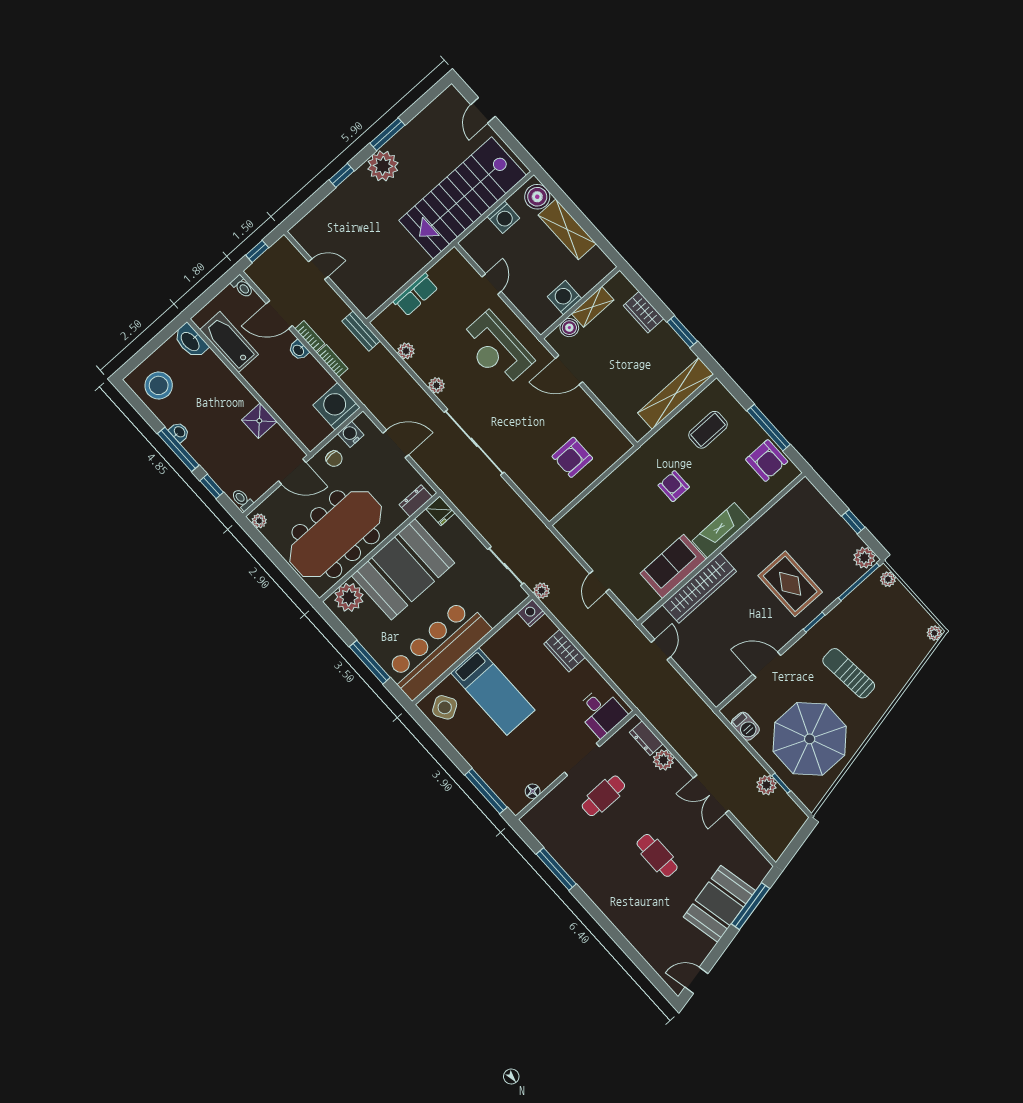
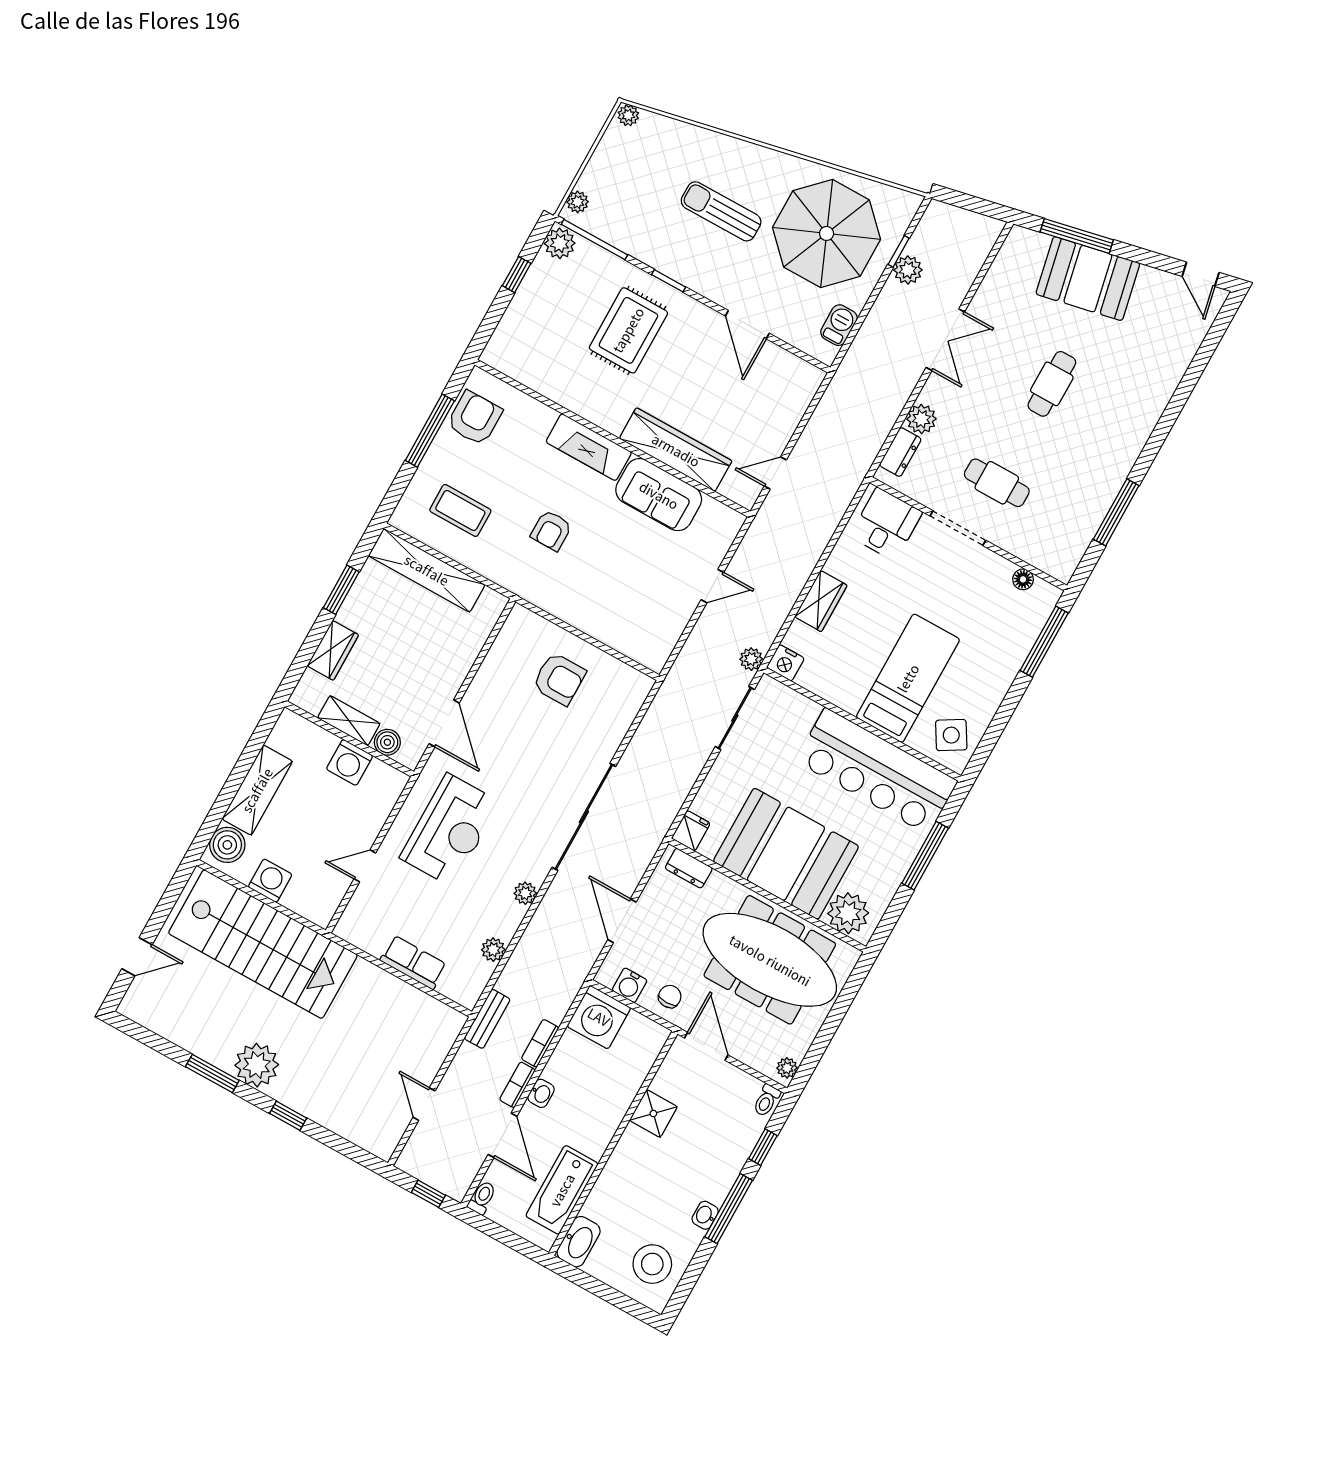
sun lounger: (849, 673) -> (721, 211), turned 95

